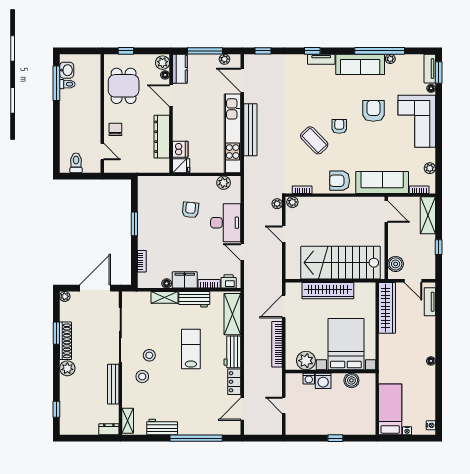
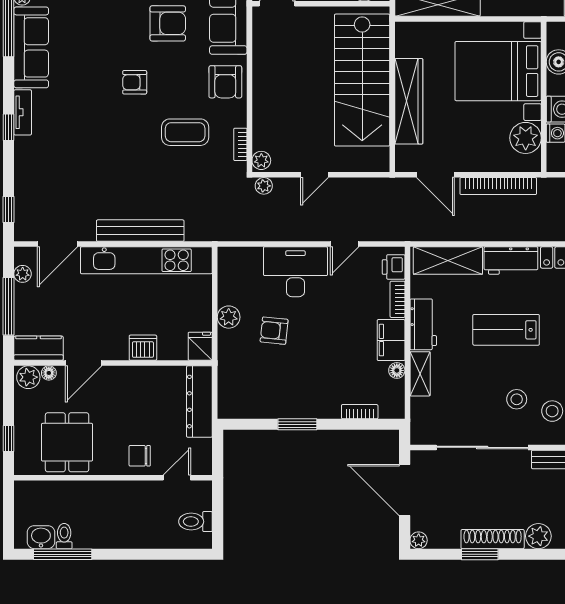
dining table: (124, 86) -> (67, 442), turned 90
armchair: (373, 111) -> (168, 23), moved, turned 180
dresser: (162, 137) -> (199, 402), moved, turned 90
coffee table: (314, 140) -> (185, 132), moved, turned 44
dishwasher: (180, 149) -> (143, 348), moved
plant: (224, 183) -> (229, 317), moved

